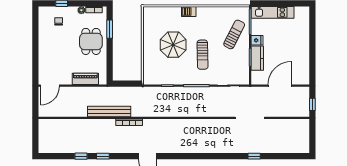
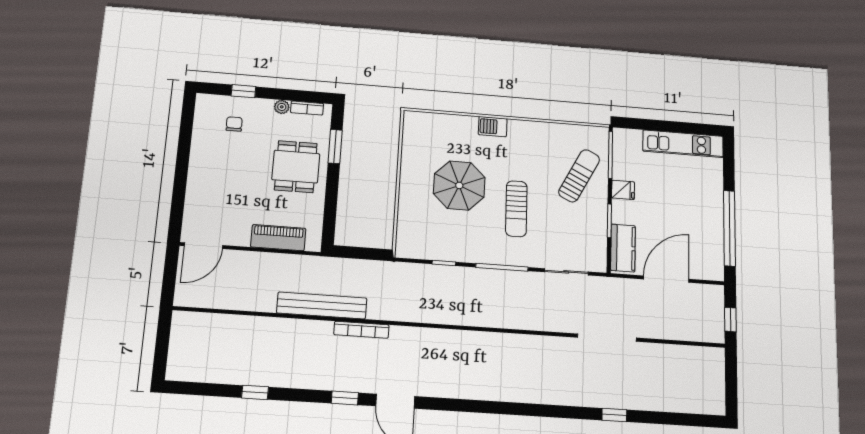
kitchen unit: (273, 12) -> (683, 144), moved
window: (312, 56) -> (729, 228), added
kitchen counter: (257, 58) -> (623, 248), moved
window: (103, 156) -> (345, 398), moved

